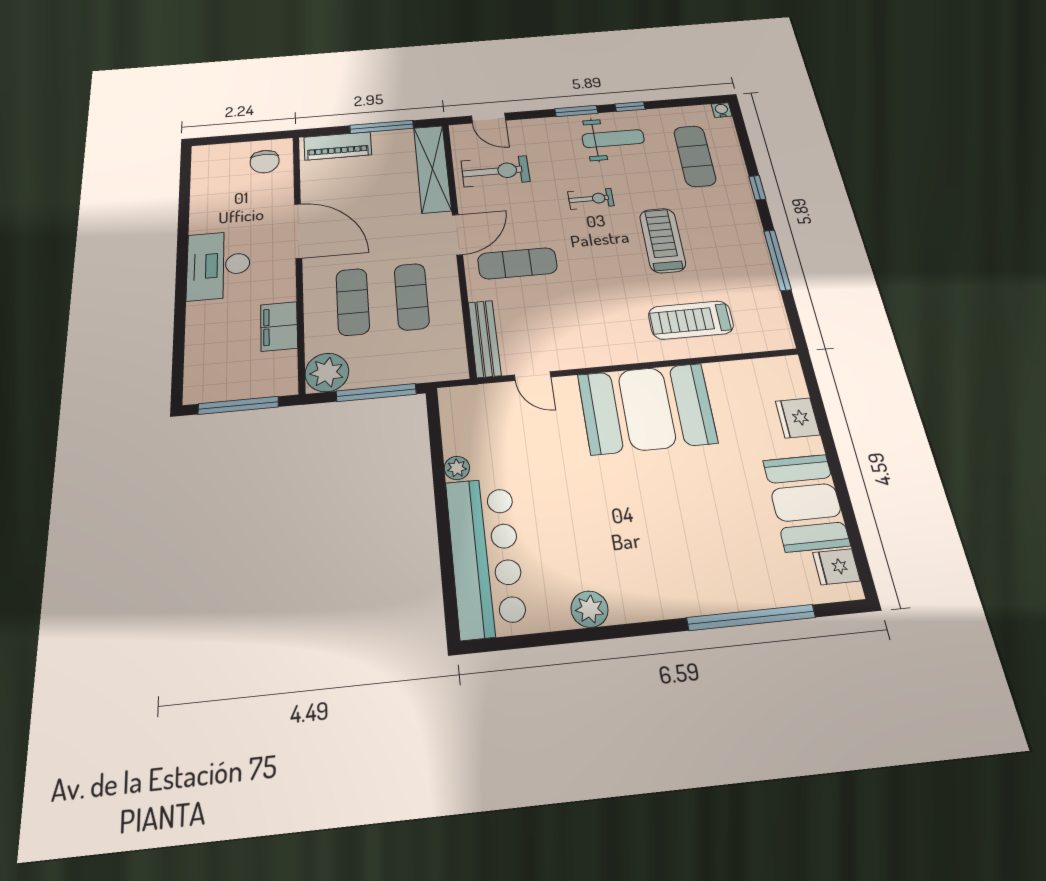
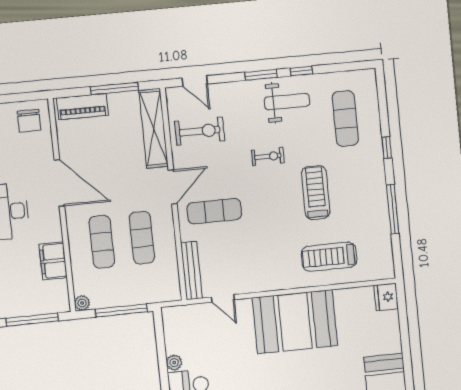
water cooler: (722, 110) -> (370, 75), removed
plant: (327, 372) -> (82, 303), width x0.53, depth x0.53
fridge: (798, 418) -> (386, 297), moved

